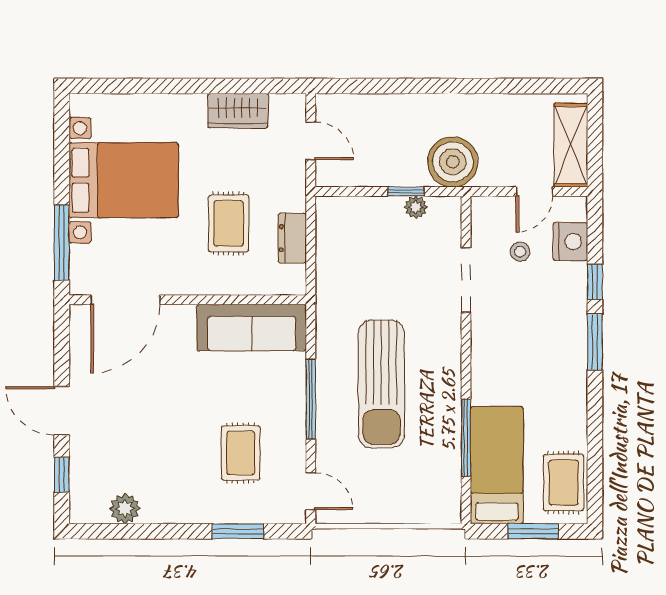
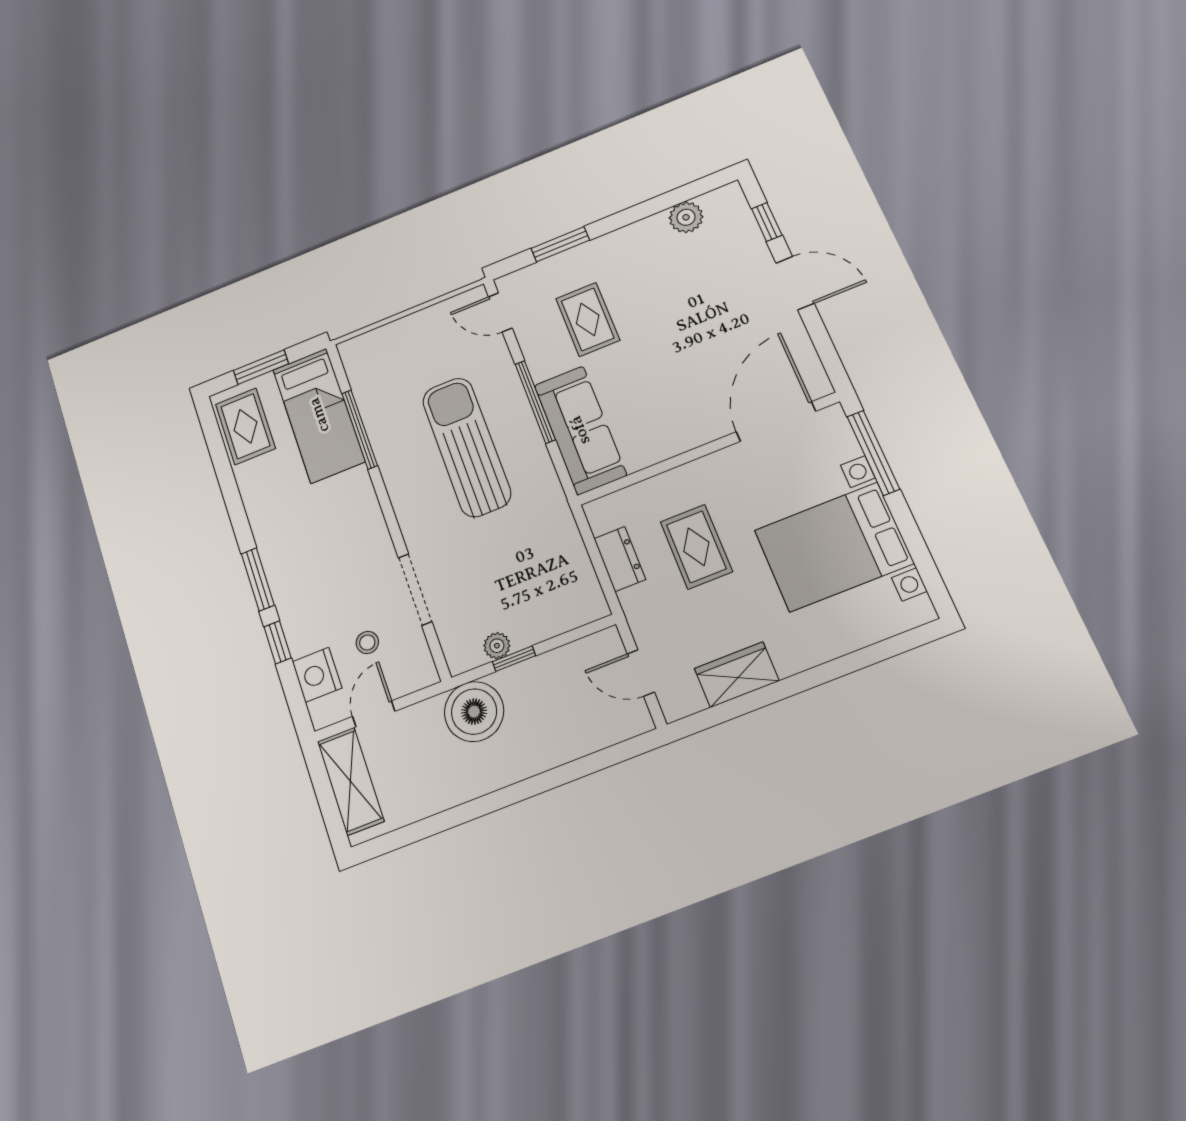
sofa: (252, 327) -> (580, 430), moved, turned 90

